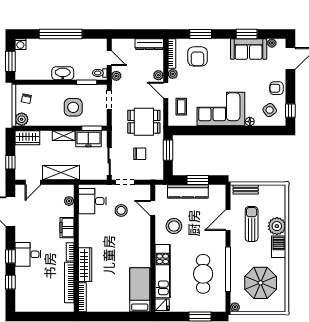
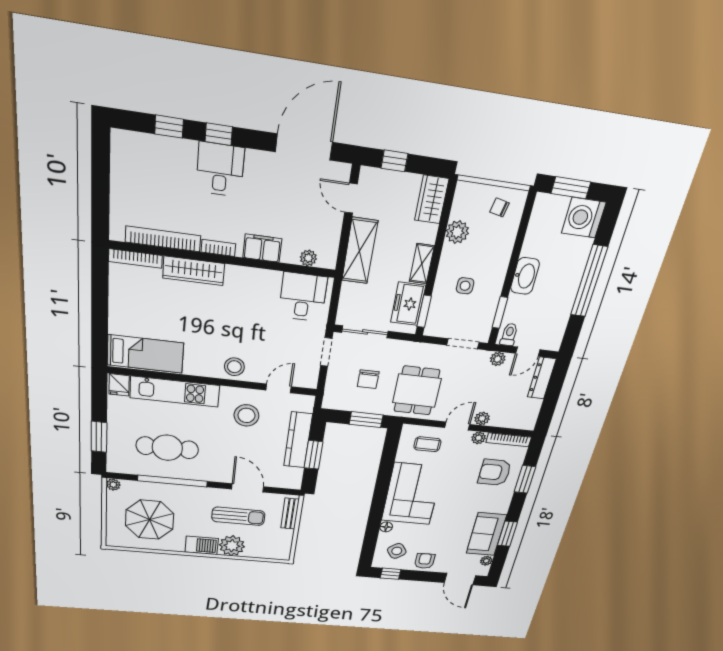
washing machine: (20, 44) -> (584, 218), width x1.89, depth x1.89
dresser: (149, 44) -> (542, 378), moved
side table: (73, 107) -> (465, 286), width x0.54, depth x0.54
plant: (22, 119) -> (457, 232), moved
stool: (121, 210) -> (234, 367), moved

